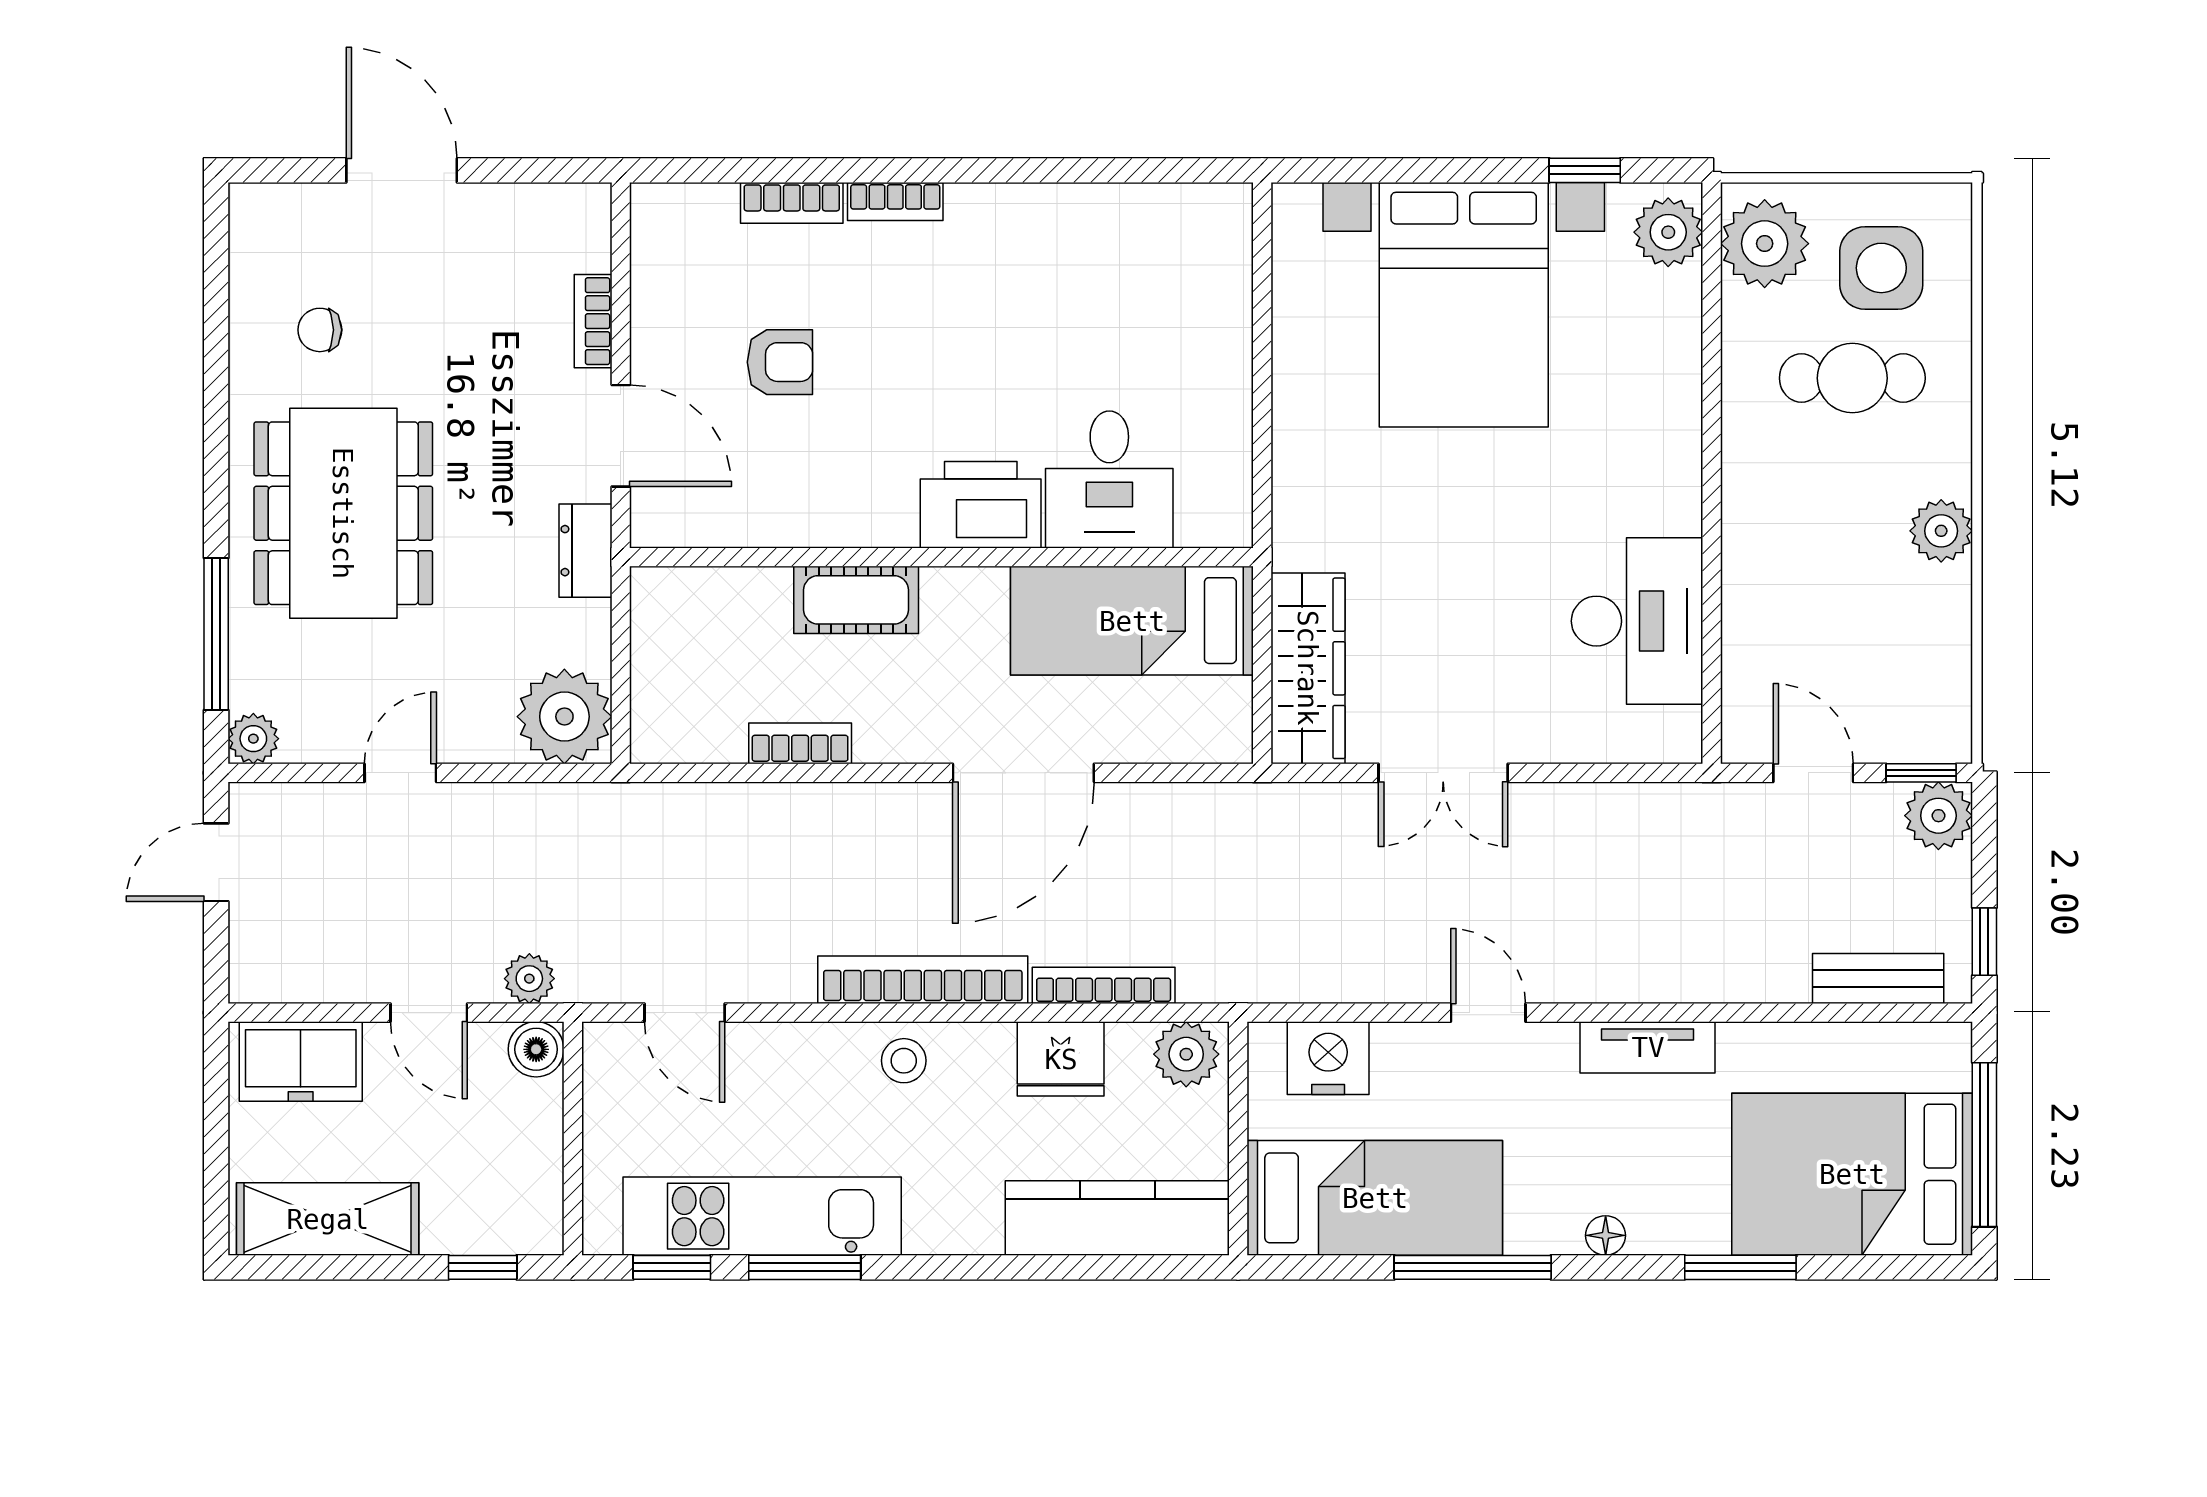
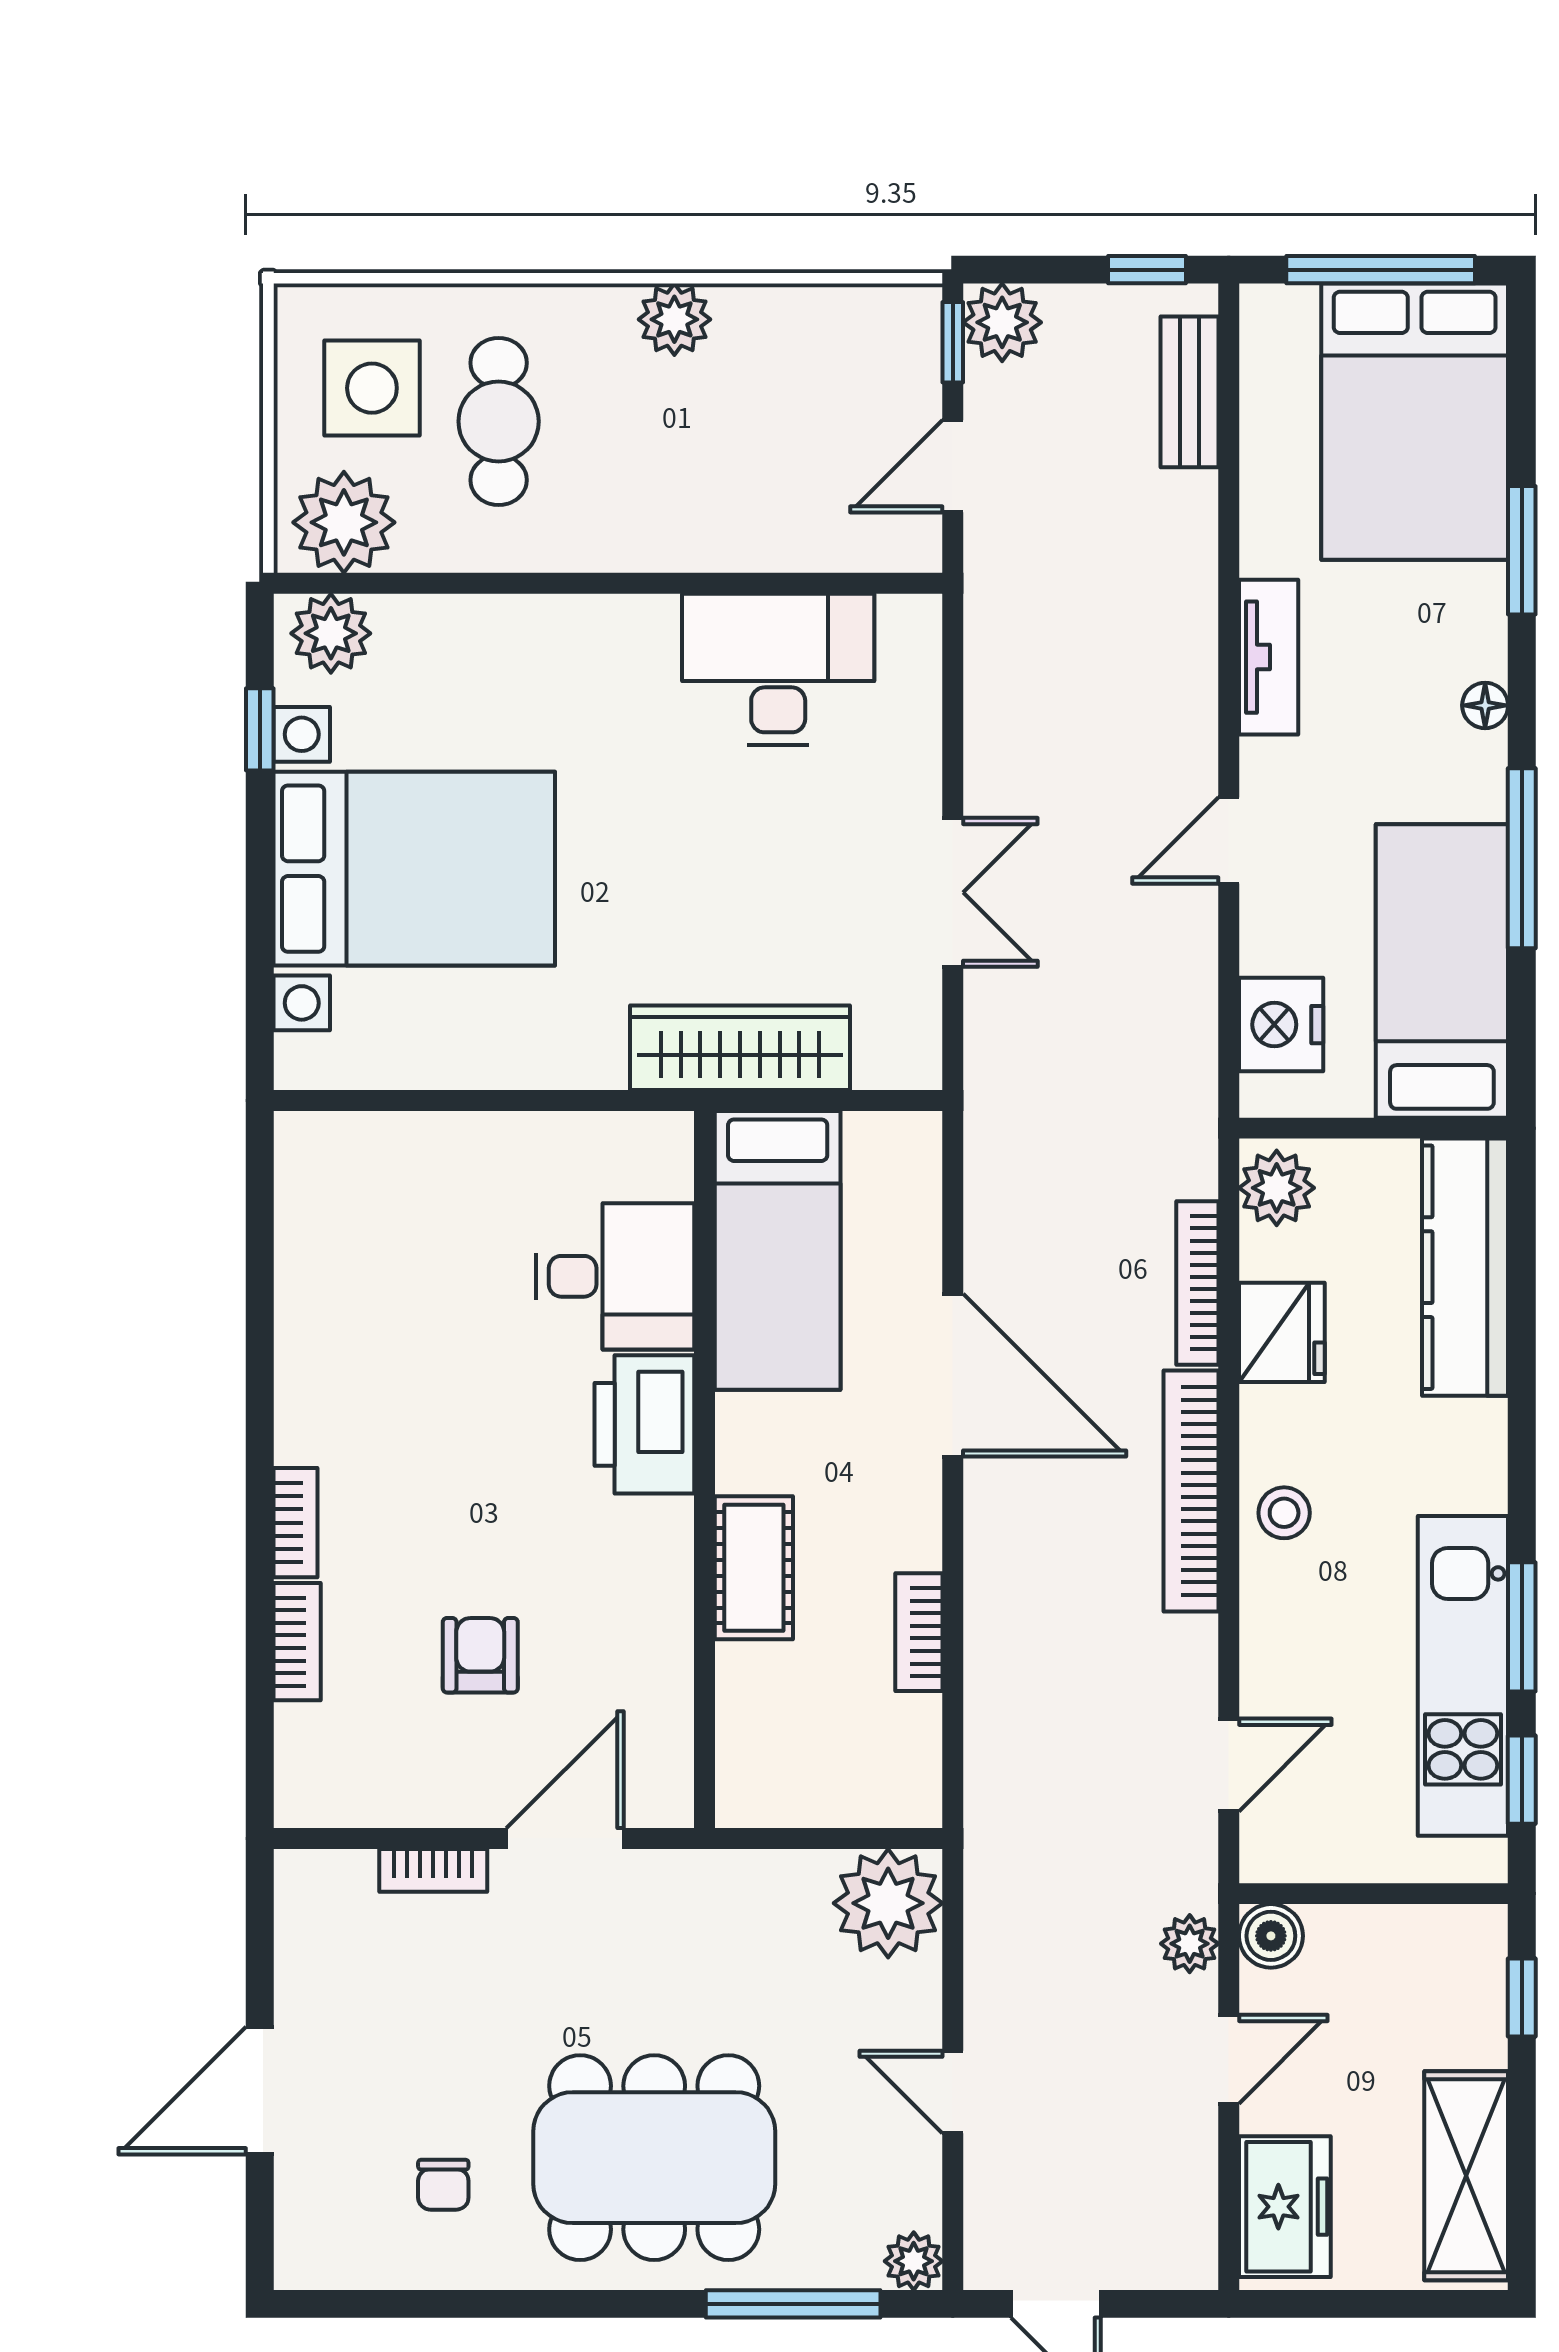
dresser: (585, 551) -> (697, 1879), removed
wardrobe: (1308, 668) -> (740, 1048), moved

